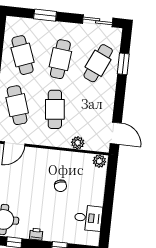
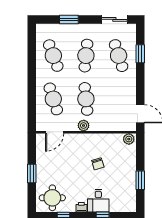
cafe table: (98, 63) -> (119, 56), turned -42
plant: (78, 143) -> (84, 125), moved
window: (107, 210) -> (140, 180), added
desk: (88, 218) -> (98, 201), moved, turned 90

